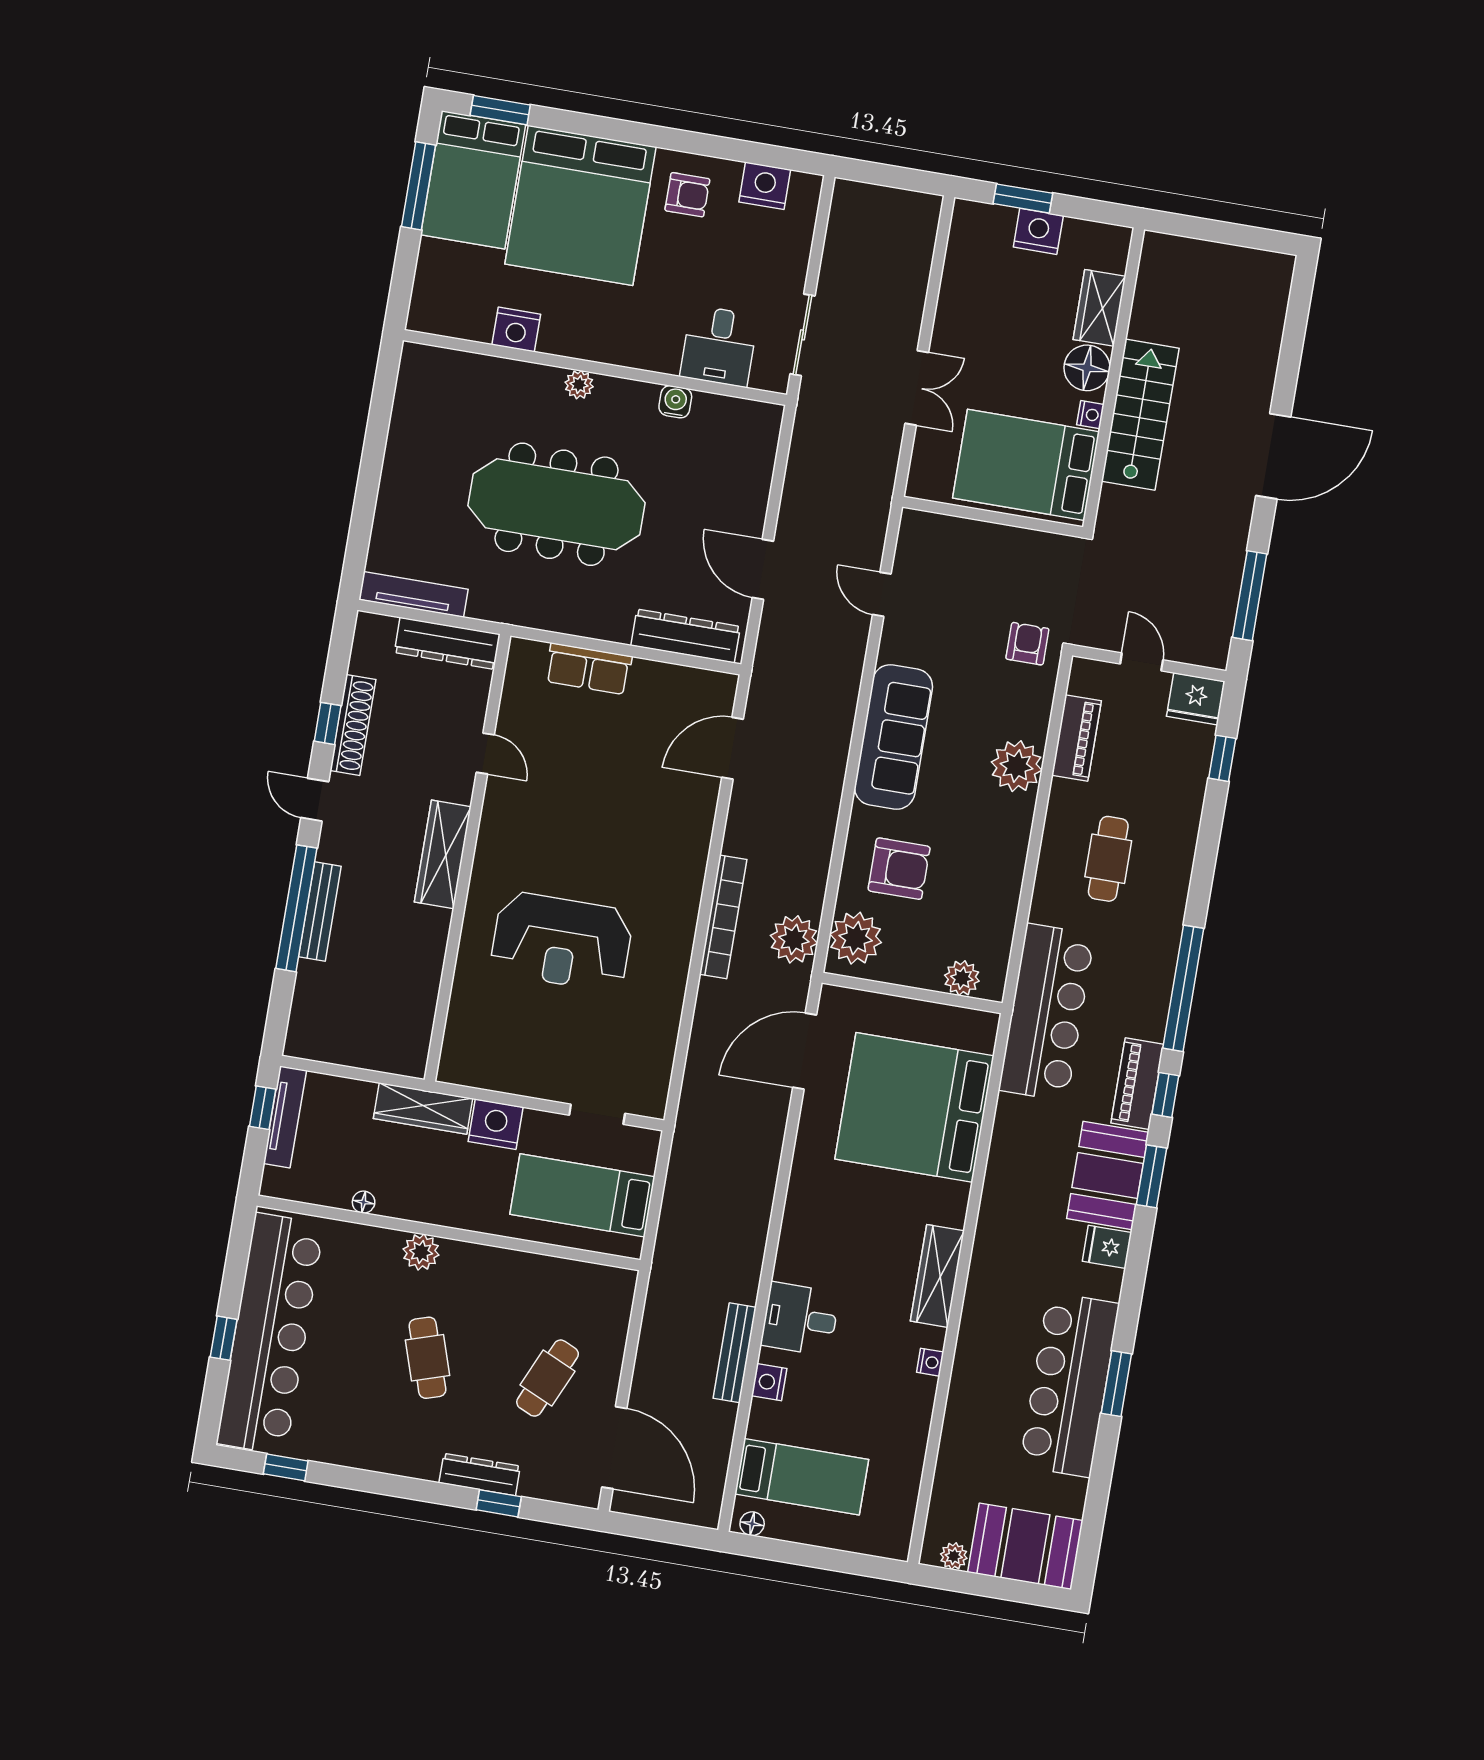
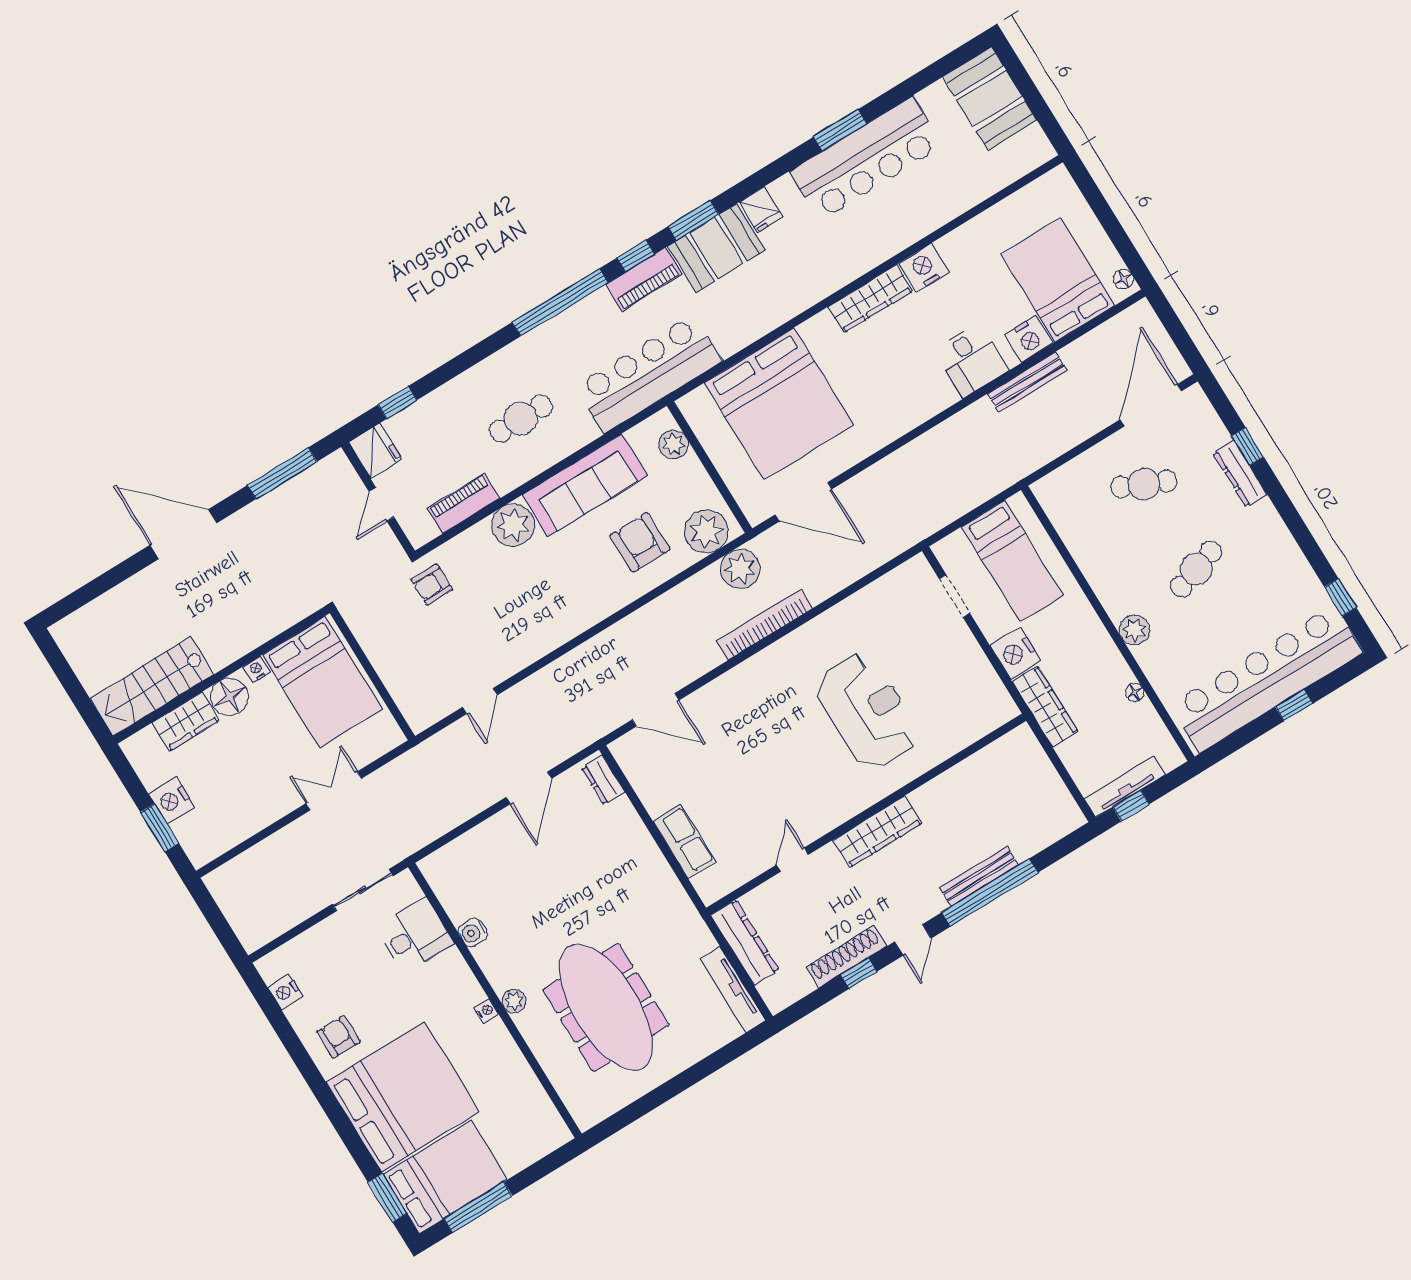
nightstand: (765, 186) -> (285, 992), width x0.74, depth x0.75
nightstand: (516, 329) -> (486, 1011), moved, width x0.53, depth x0.56
stairs: (1140, 415) -> (152, 686), moved
meeting table: (557, 504) -> (606, 1007), moved
dresser: (686, 636) -> (603, 780), width x0.51, depth x0.80
sofa: (894, 737) -> (585, 485), moved, turned 180
nightstand: (930, 1362) -> (924, 268), width x1.89, depth x1.79
nightstand: (769, 1382) -> (1029, 339), width x1.36, depth x1.33
bed: (802, 1477) -> (1058, 280), width x1.50
plant: (954, 1556) -> (1034, 137), removed

